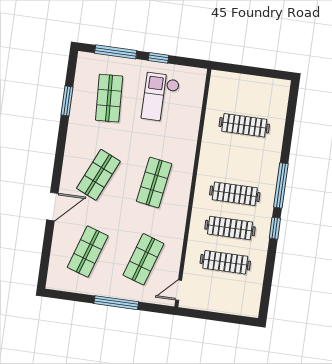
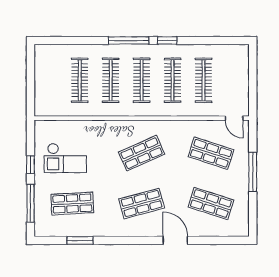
clothes rail: (239, 160) -> (111, 80), added
shop shelf: (98, 175) -> (142, 204), turned -39
shop shelf: (154, 183) -> (142, 153), turned -33

